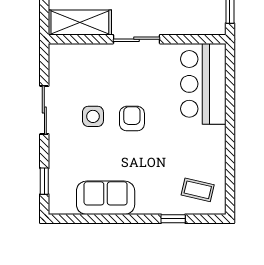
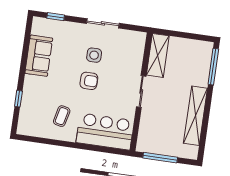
coffee table: (198, 190) -> (62, 116), moved

